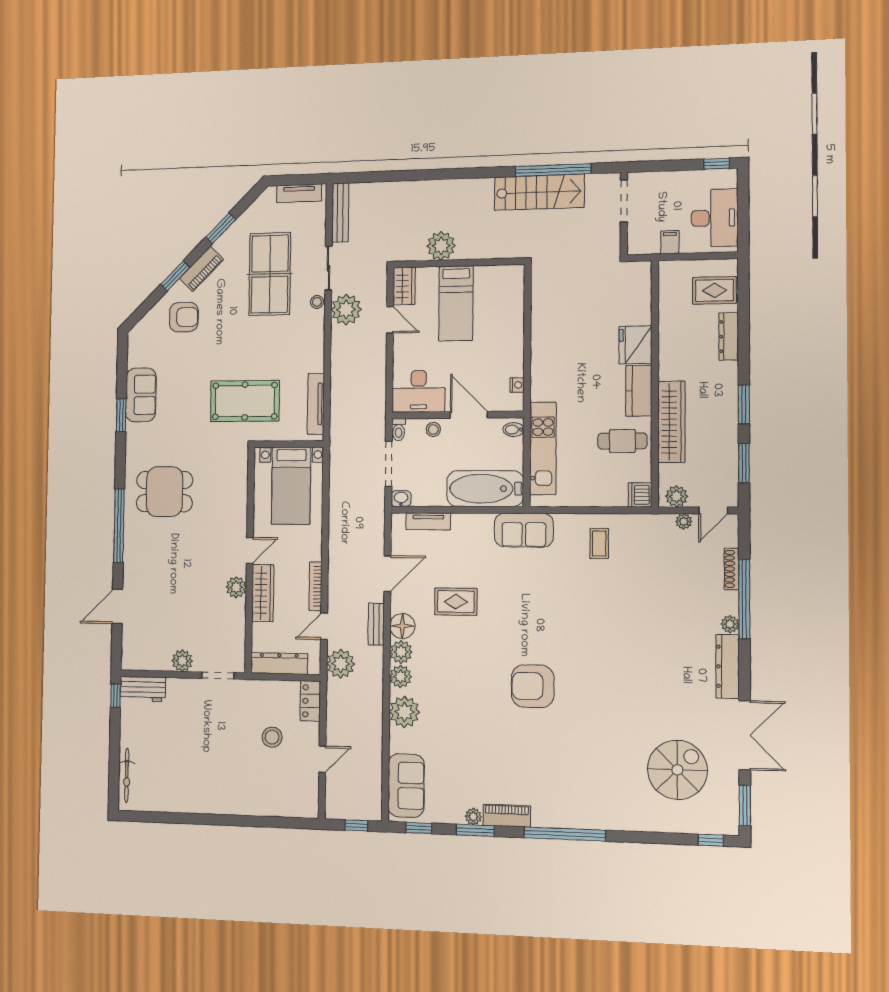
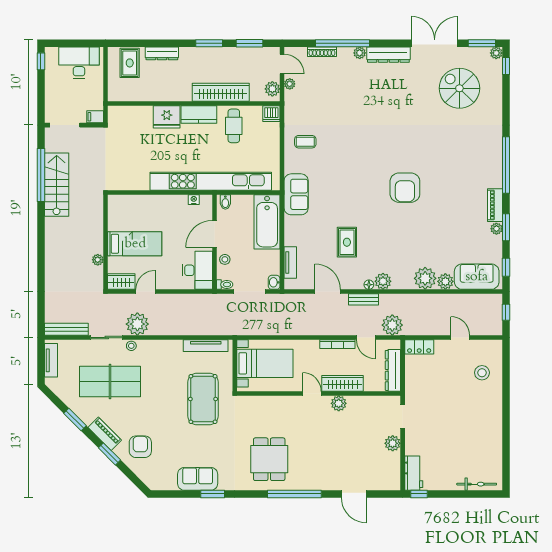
filing cabinet: (670, 242) -> (95, 117), moved
plant: (441, 246) -> (98, 260), width x0.53, depth x0.53
kitchen unit: (543, 448) -> (211, 181), width x1.86
floor lamp: (402, 626) -> (369, 285), width x0.53, depth x0.53
plant: (400, 676) -> (445, 281), moved
stool: (272, 737) -> (482, 373), moved
plant: (730, 826) -> (496, 53), added

